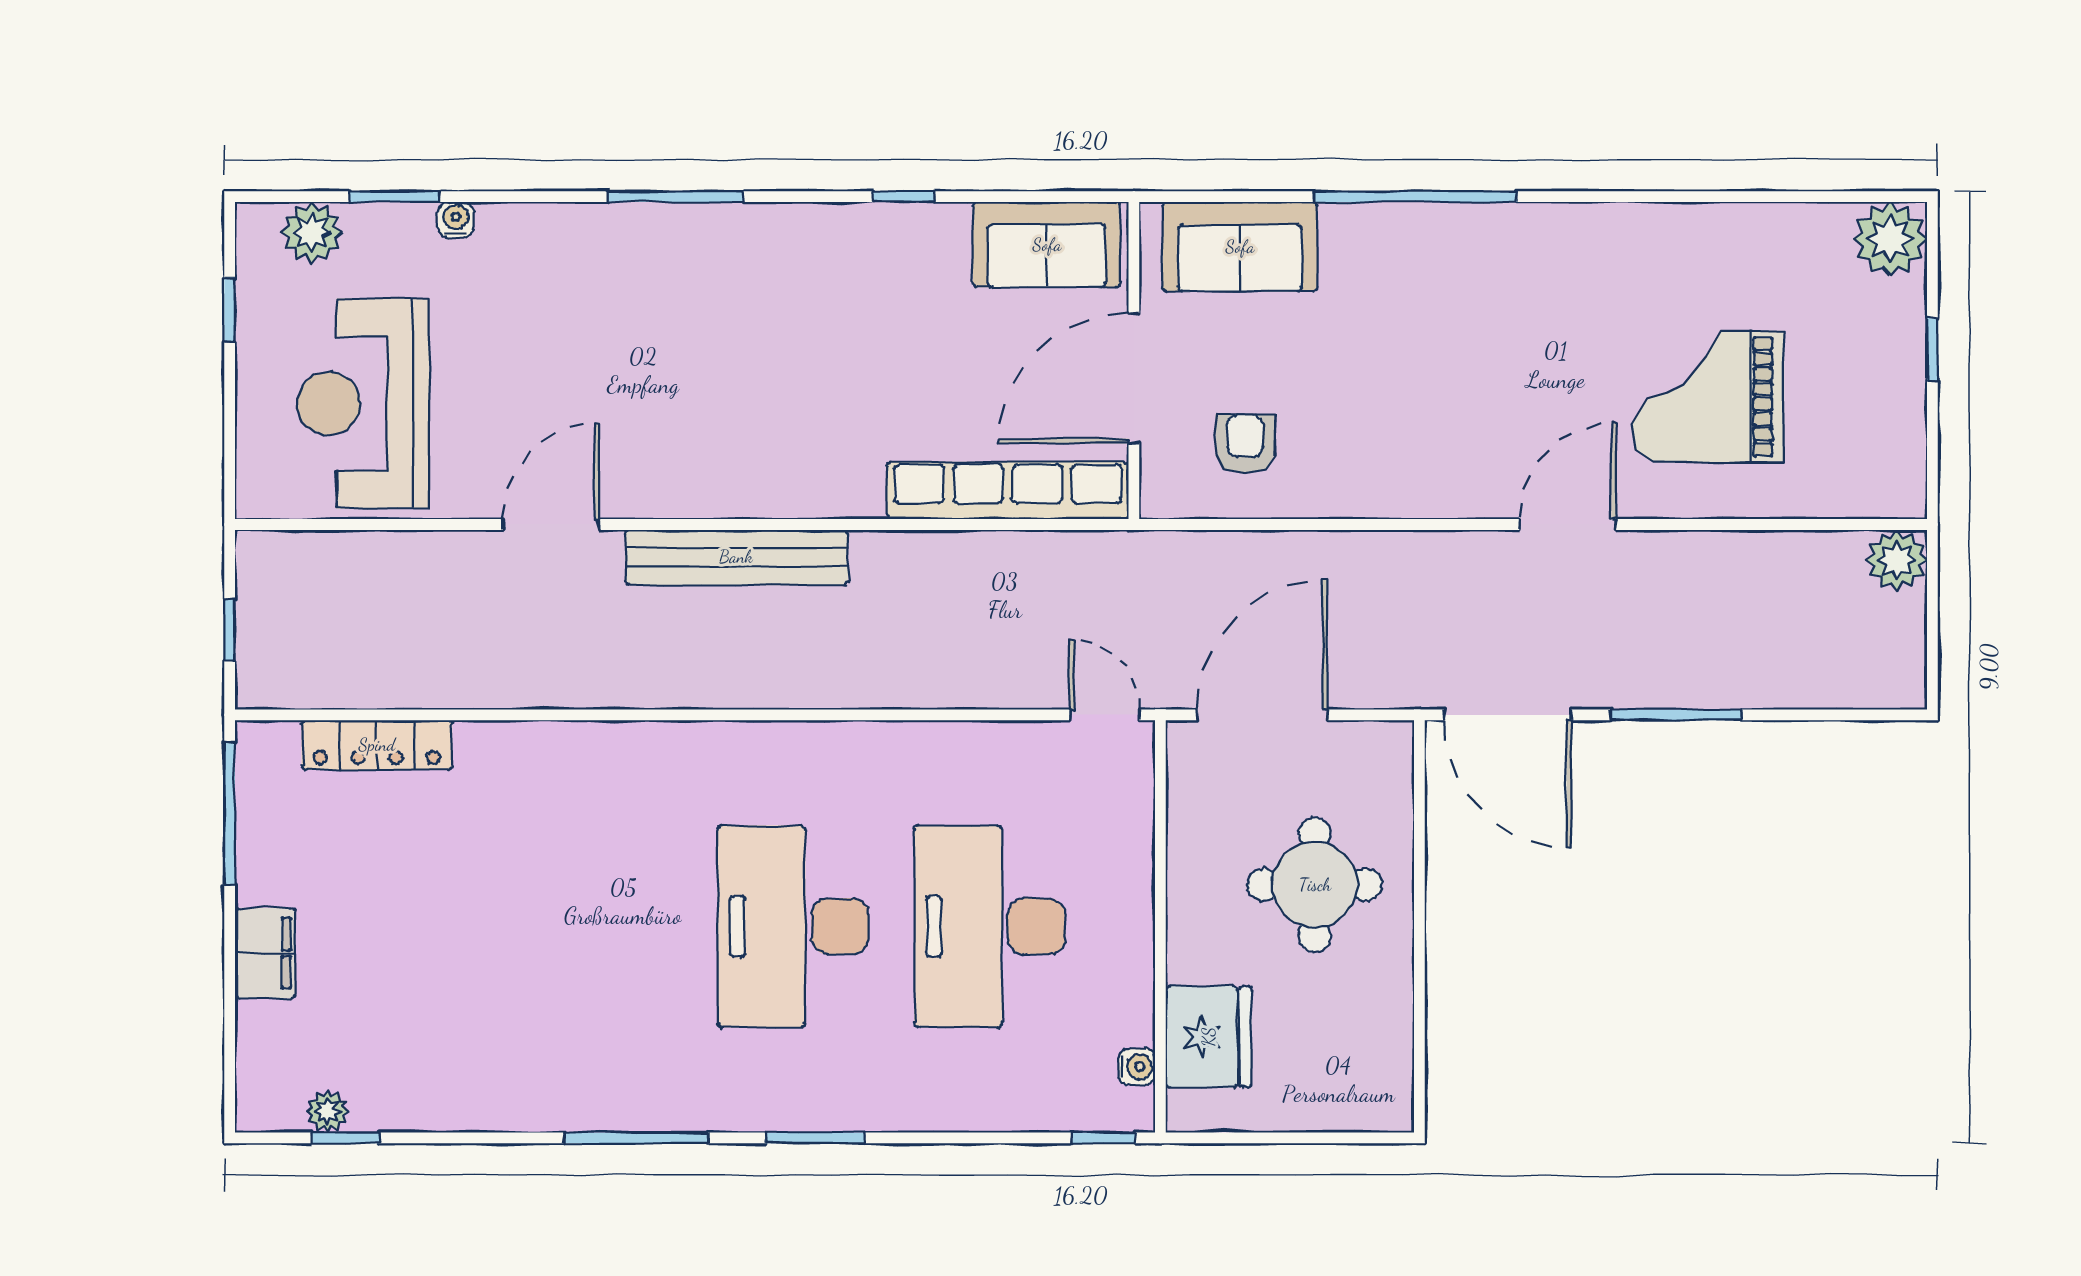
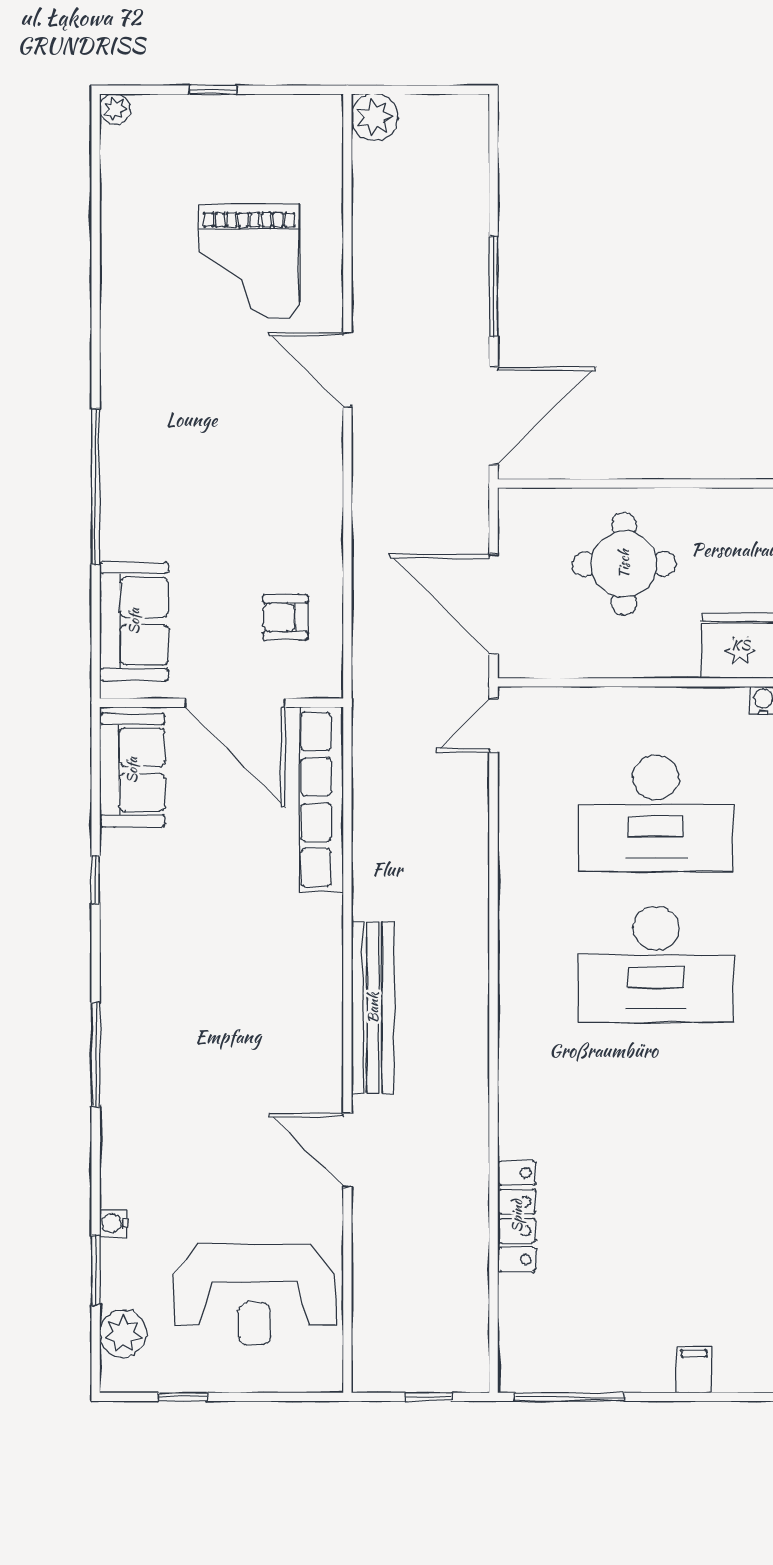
plant: (1890, 239) -> (115, 109), width x0.53, depth x0.53
locker: (377, 745) -> (517, 1216), moved
filing cabinet: (265, 953) -> (694, 1370), width x0.50

